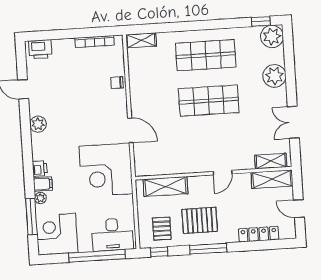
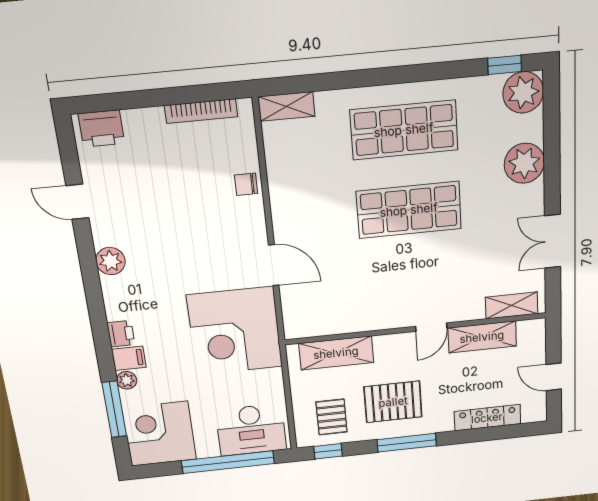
shelving: (272, 179) -> (482, 337), moved

